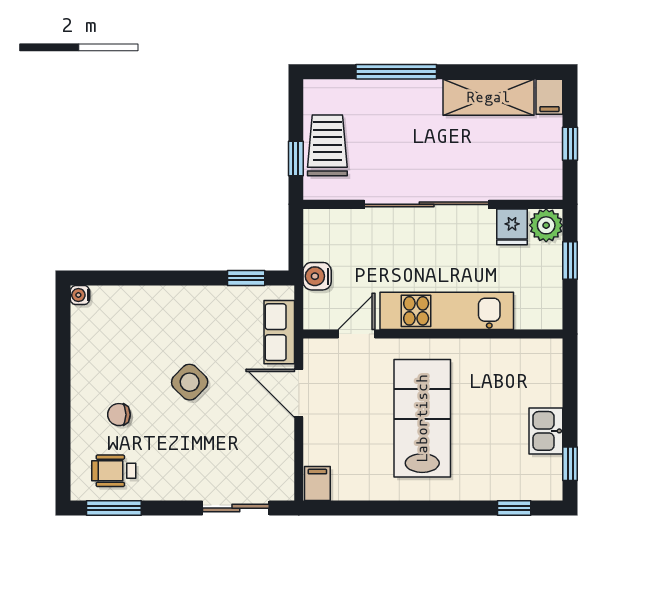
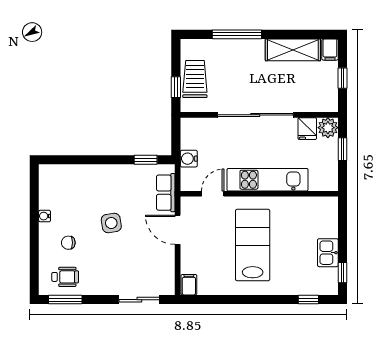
water cooler: (80, 295) -> (45, 216), moved
side table: (190, 382) -> (111, 223), turned 38
wheelchair: (114, 471) -> (65, 277), turned 180

